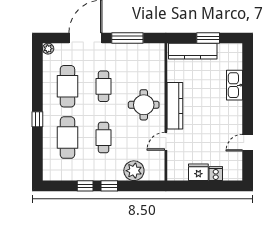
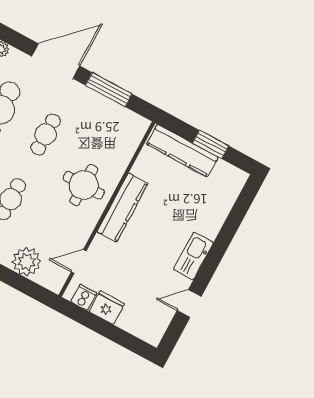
kitchen sink: (234, 85) -> (193, 256), moved
door: (166, 141) -> (79, 261), moved
cooker: (216, 174) -> (84, 297), moved

